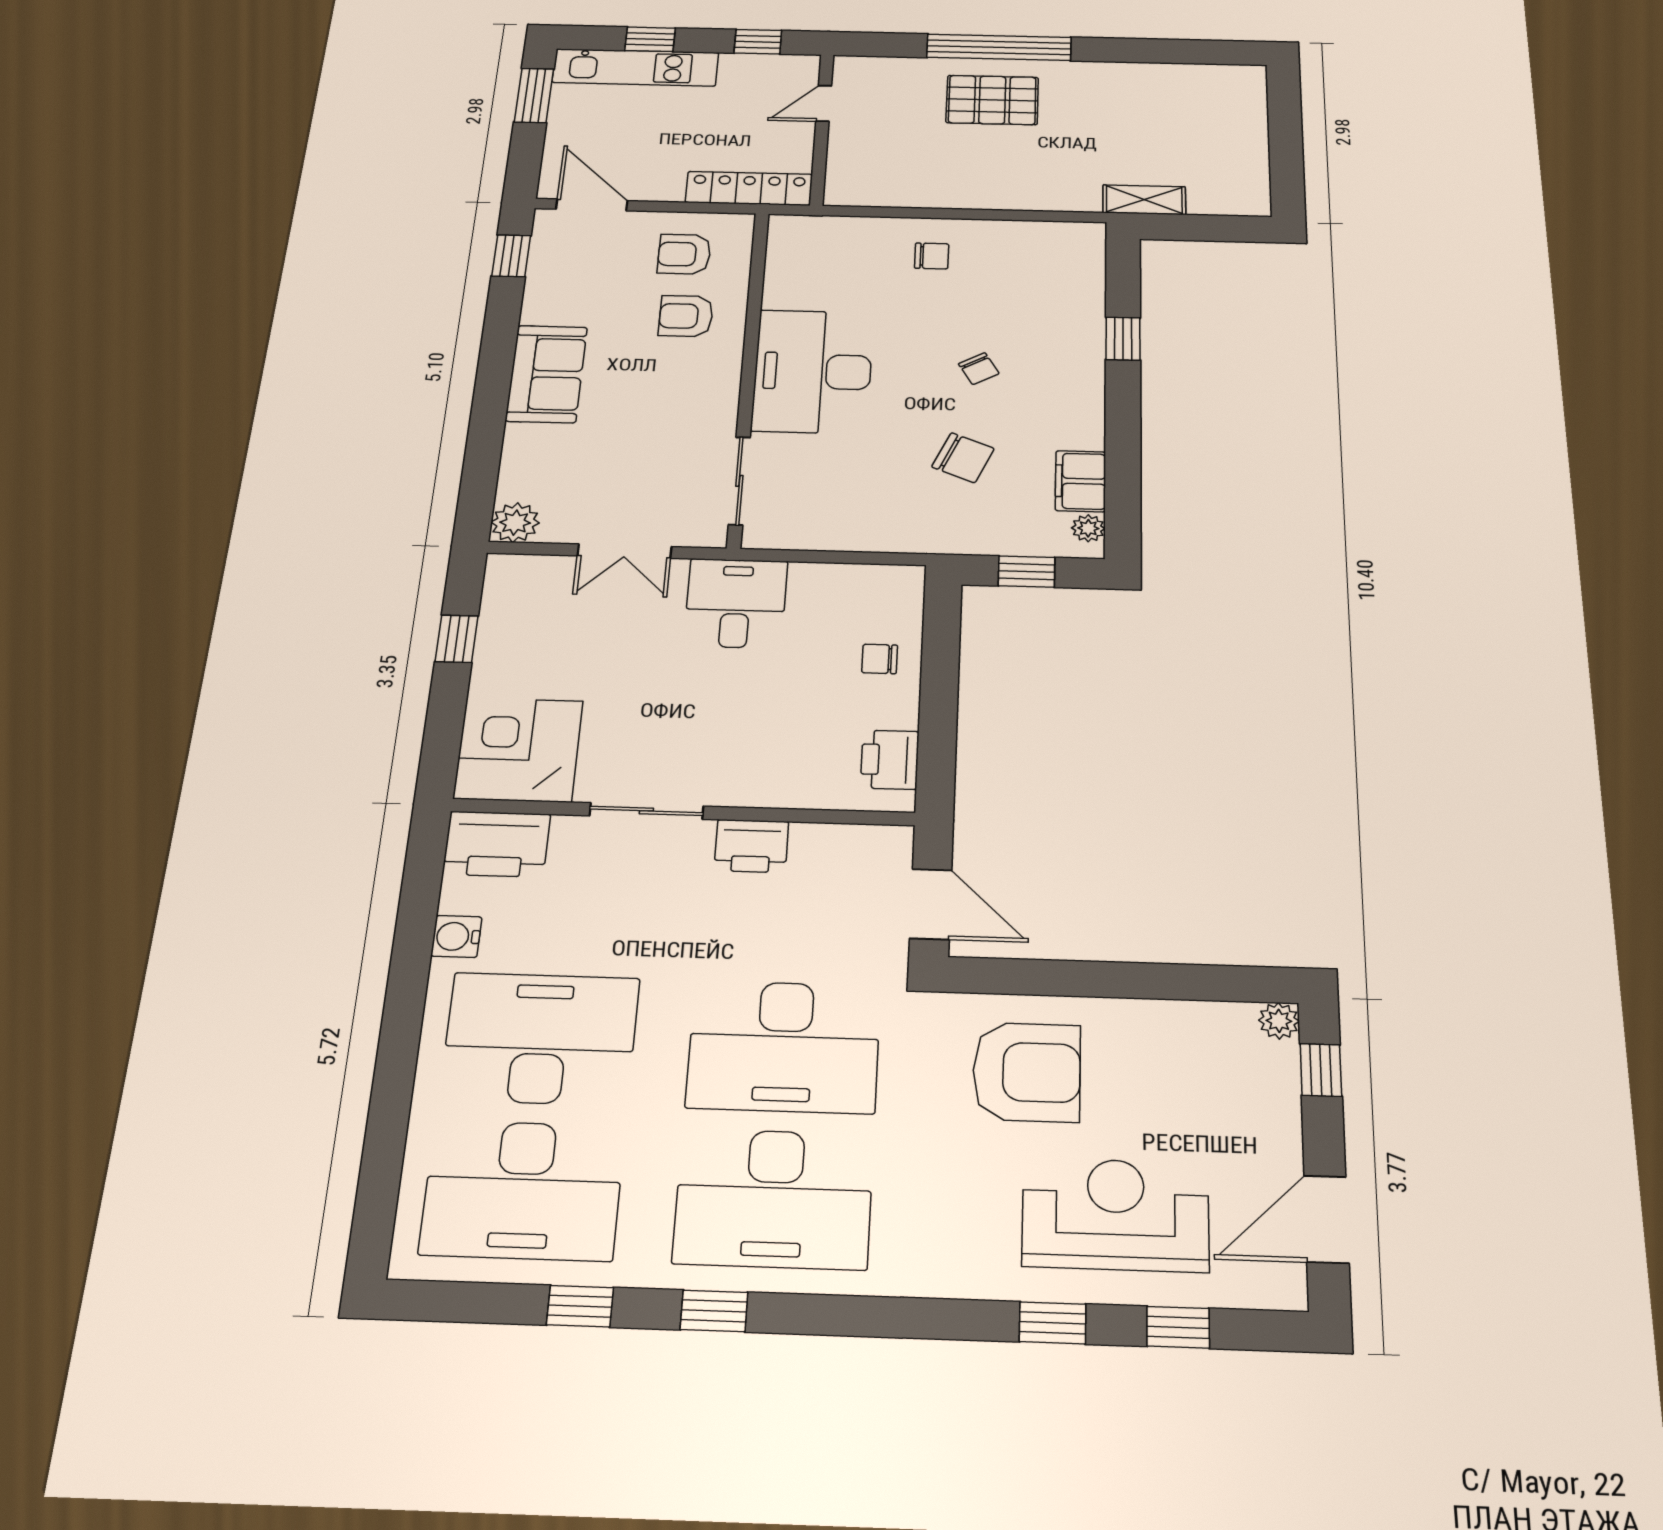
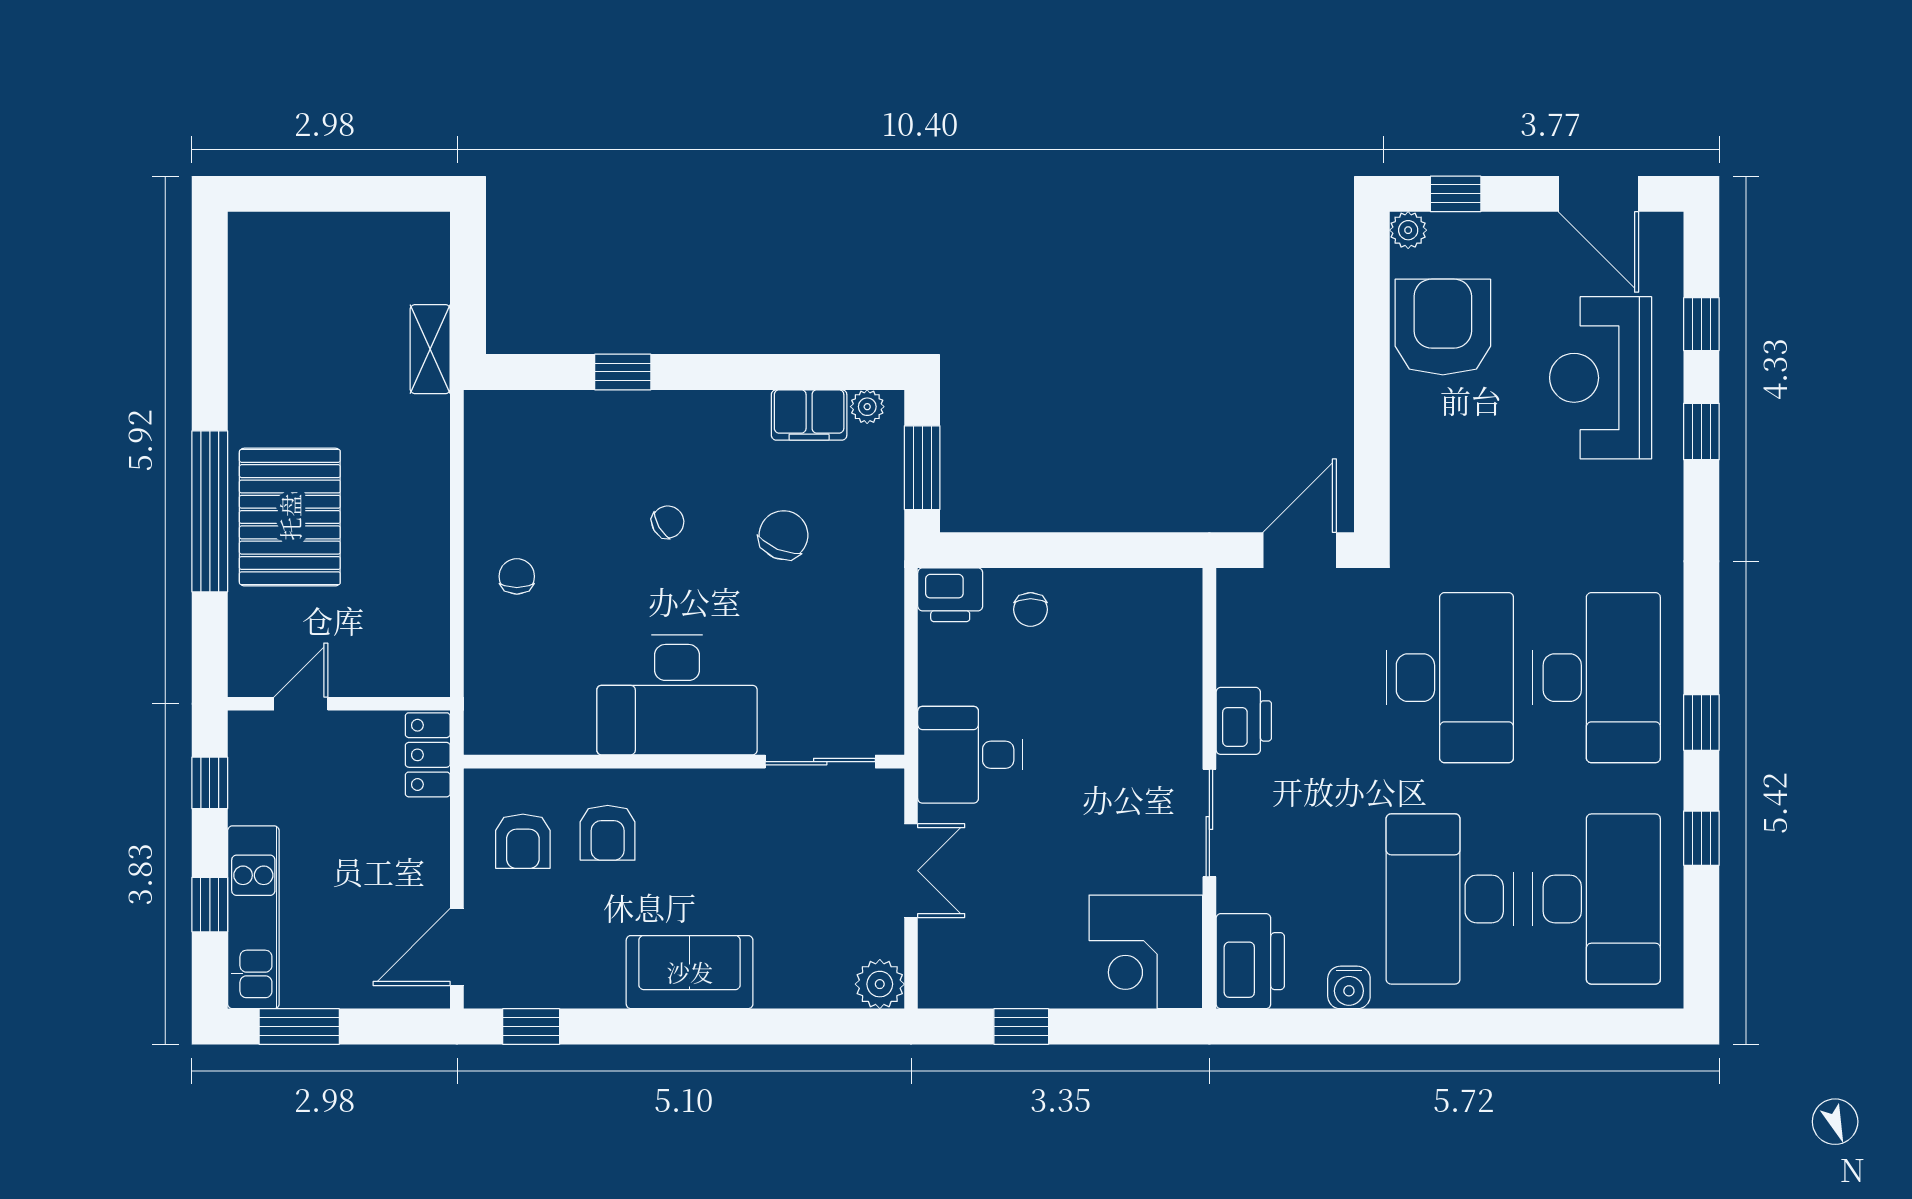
pallet: (992, 100) -> (290, 517), width x1.37, depth x1.41
door: (824, 103) -> (301, 704), swing flipped
locker: (749, 188) -> (428, 755), width x0.66
window: (1027, 572) -> (922, 468), width x1.50
printer: (890, 760) -> (950, 595), moved
armchair: (1027, 1072) -> (1443, 327), moved

